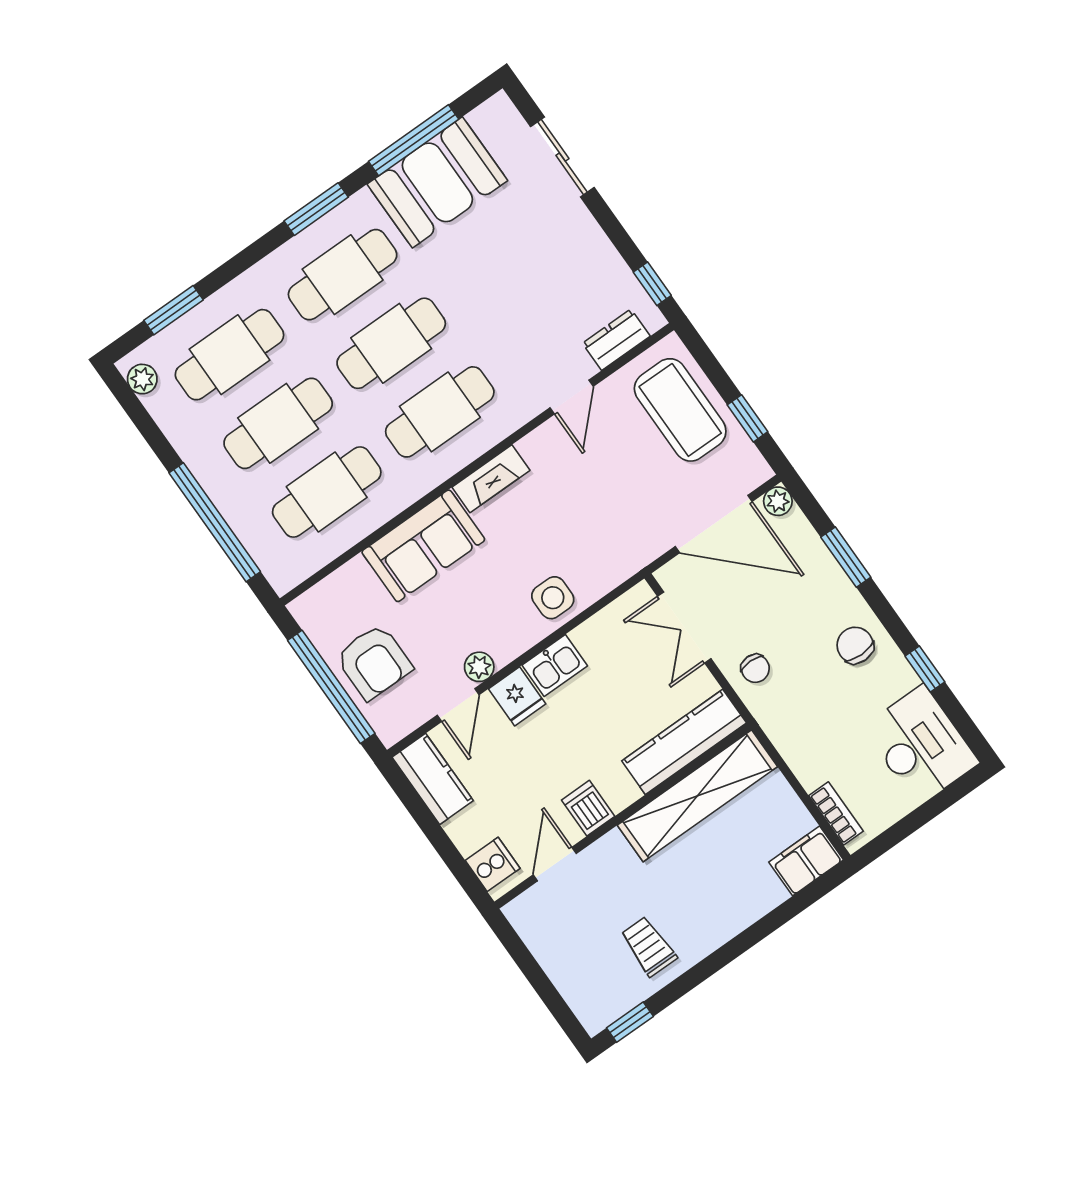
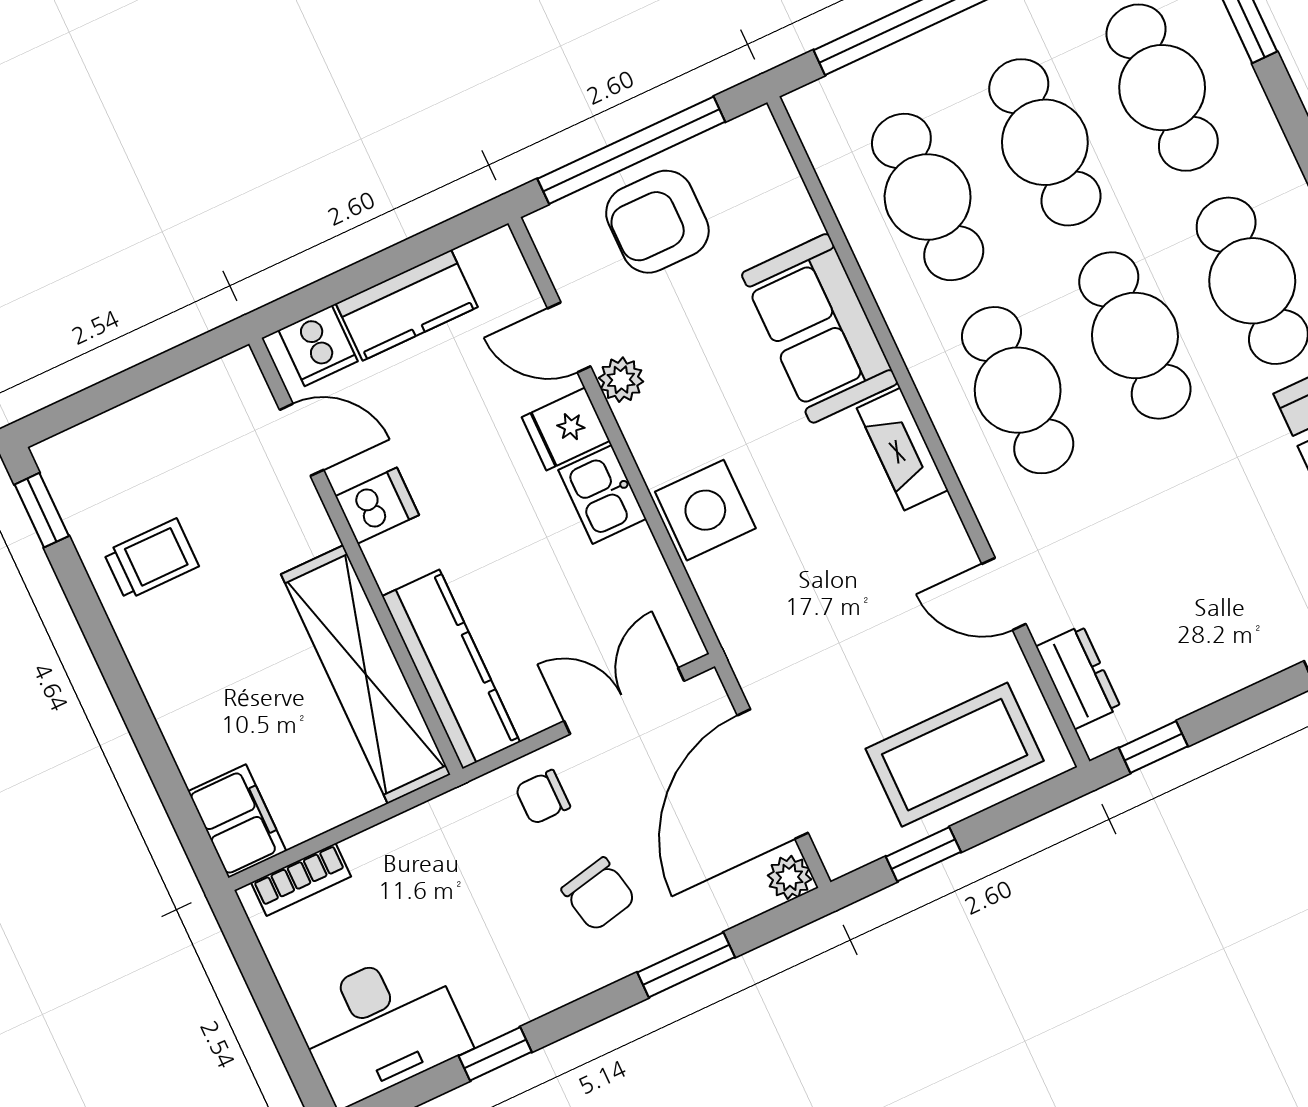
side table: (553, 598) -> (705, 510), width x1.37, depth x1.37
chair: (855, 645) -> (599, 894), moved, turned 78
kitchen counter: (433, 779) -> (407, 305), moved

